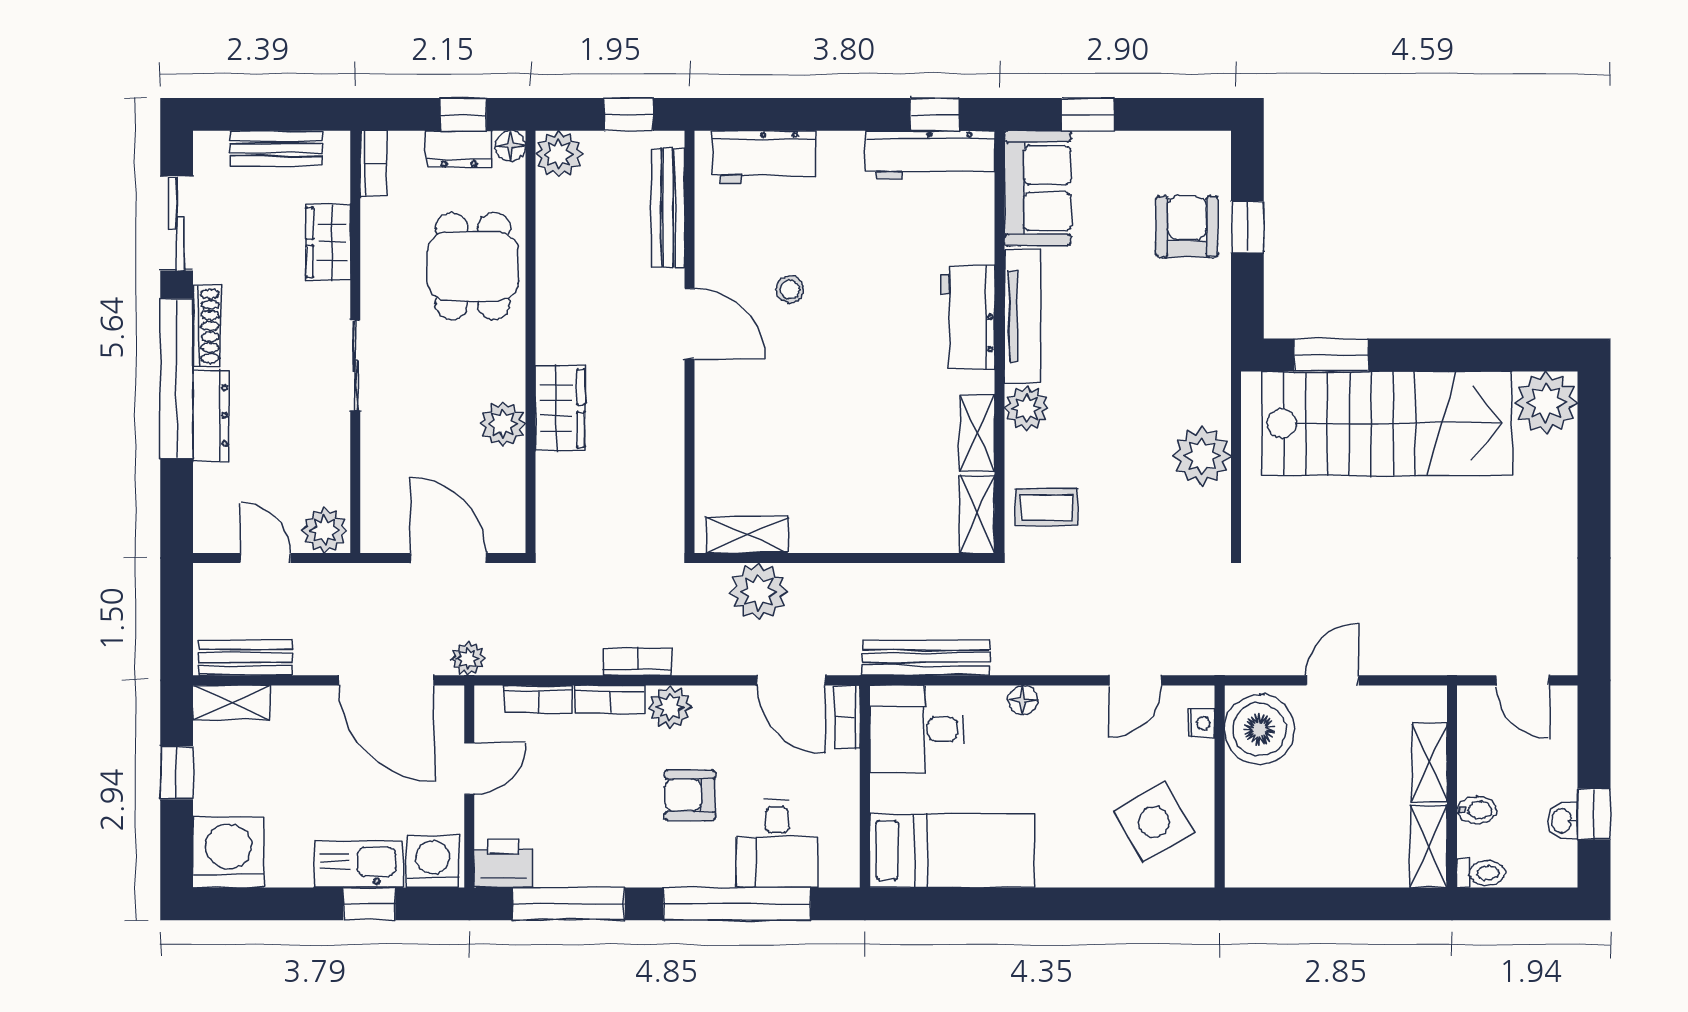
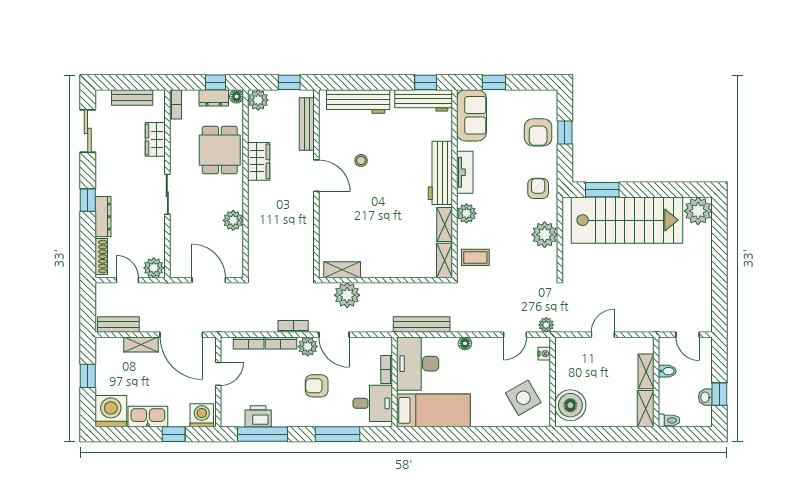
workbench: (764, 157) -> (358, 102), width x1.38
armchair: (1187, 227) -> (538, 132), turned 180
tv unit: (1022, 316) -> (465, 172), width x0.71
workbench: (968, 318) -> (440, 173), width x1.38
shoe rack: (207, 326) -> (101, 257), moved
armchair: (1187, 352) -> (538, 188), added
window: (177, 378) -> (88, 200), width x0.32
wardrobe: (560, 408) -> (259, 161), moved
plant: (468, 659) -> (546, 325), moved
door: (791, 680) -> (334, 335), moved
shelving: (231, 703) -> (141, 345), moved
bookcase: (847, 717) -> (387, 370), moved
desk: (917, 729) -> (418, 364), width x1.37
boiler: (1259, 729) -> (570, 405), moved
bidet: (1477, 810) -> (667, 371), moved
desk: (777, 844) -> (373, 403), moved, turned -90
kitchen sink: (359, 864) -> (148, 416), moved
printer: (503, 864) -> (258, 416), moved
window: (737, 904) -> (337, 434), width x0.68

